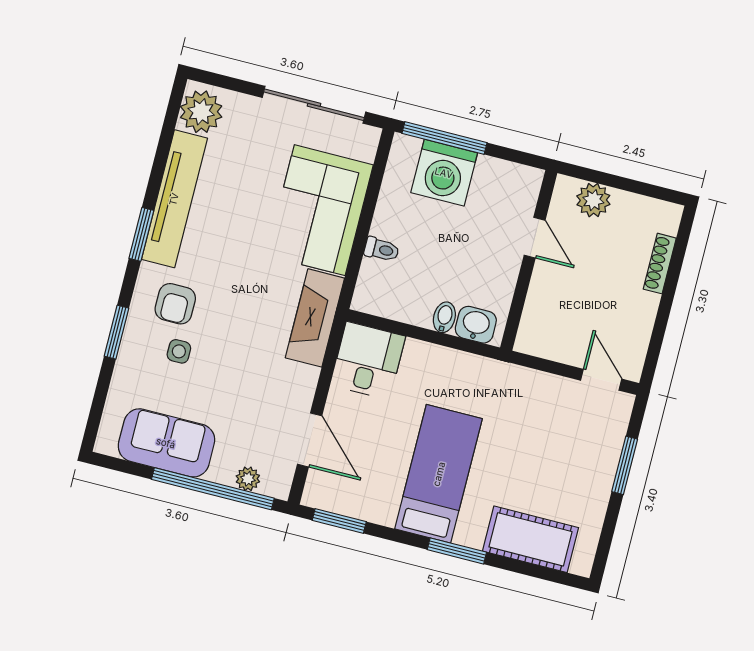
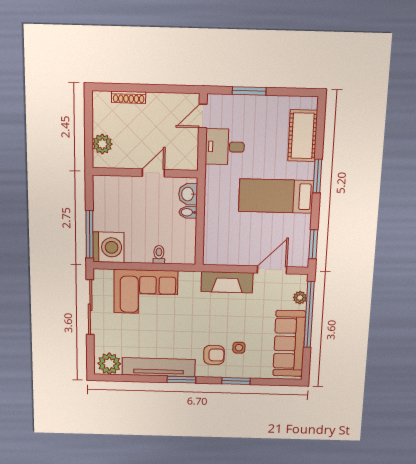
washing machine: (444, 173) -> (108, 247), moved
door: (535, 238) -> (153, 173), moved
fireplace: (315, 318) -> (227, 282), moved
desk: (368, 361) -> (225, 147), moved
sofa: (166, 443) -> (289, 344), width x1.36

